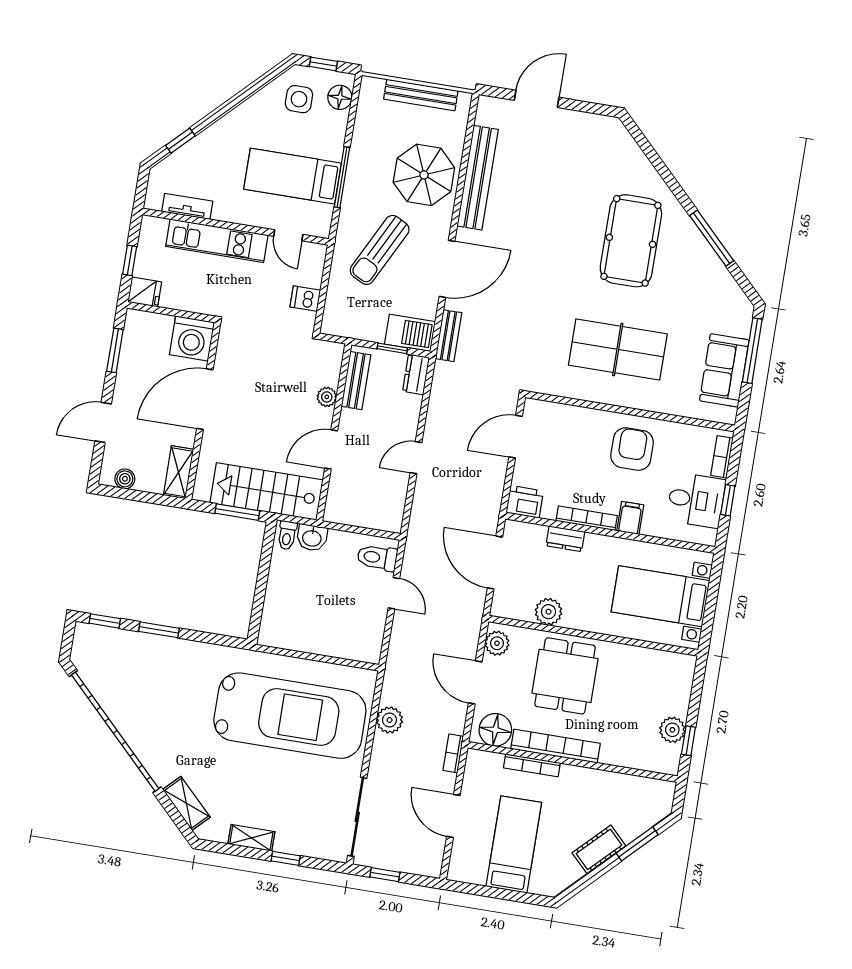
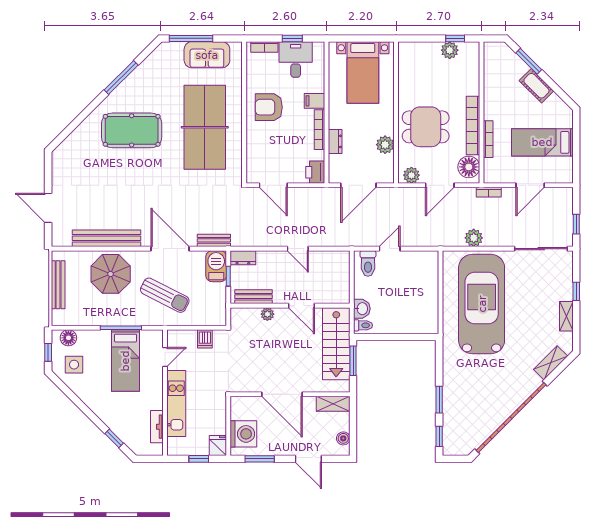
washing machine: (192, 338) -> (243, 434), moved
table tennis table: (618, 349) -> (205, 127), width x1.36, depth x1.32

